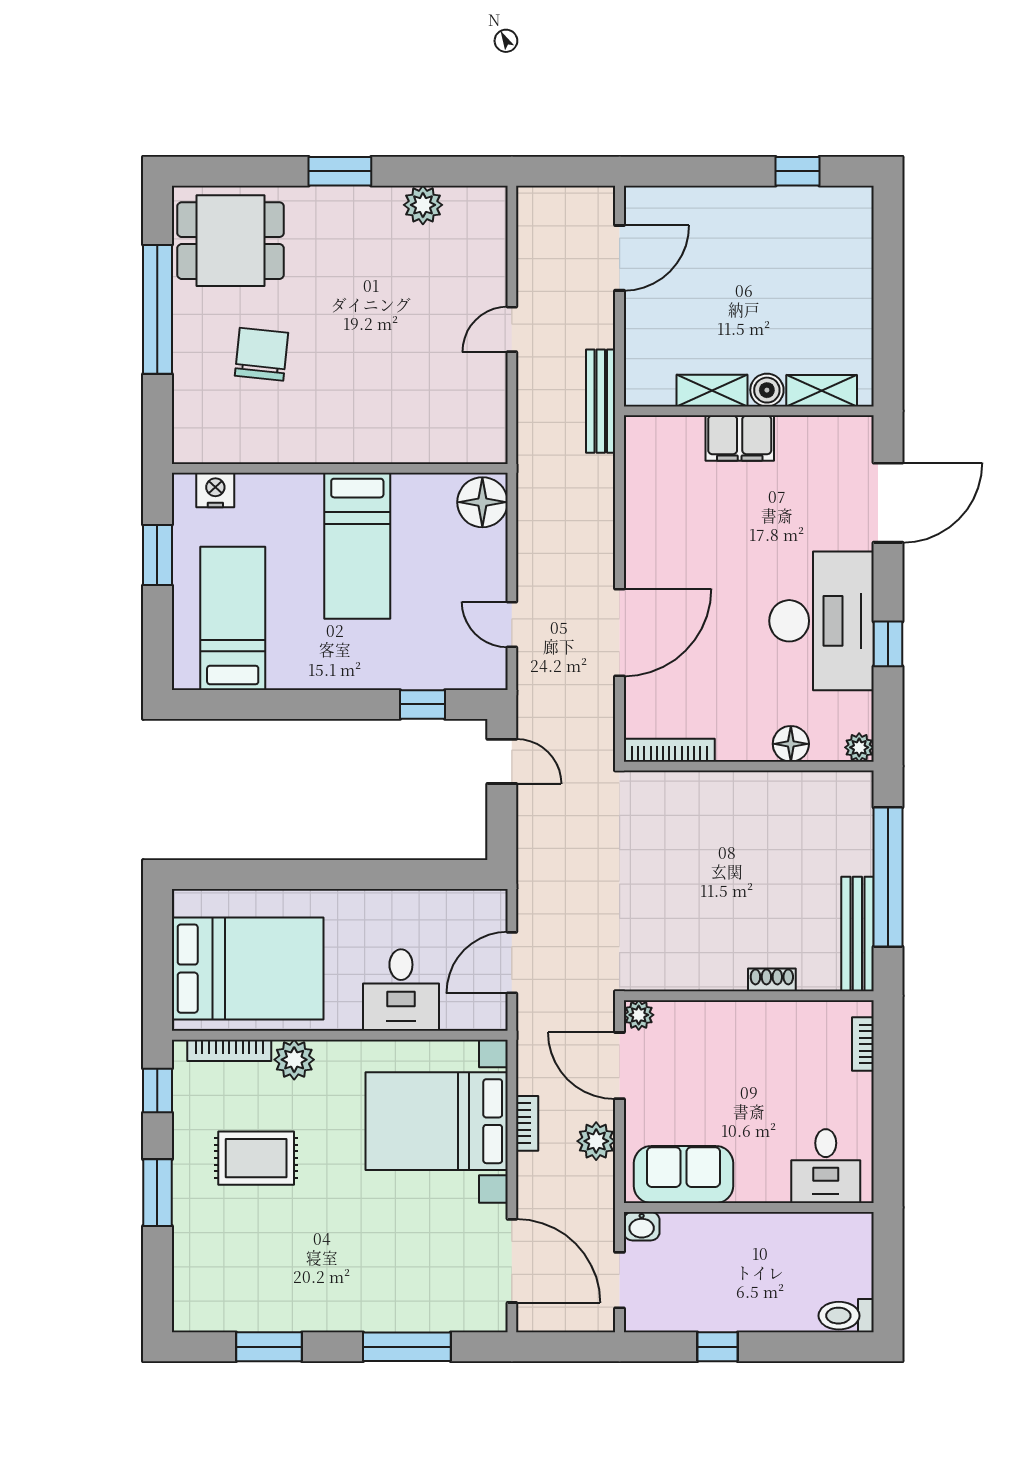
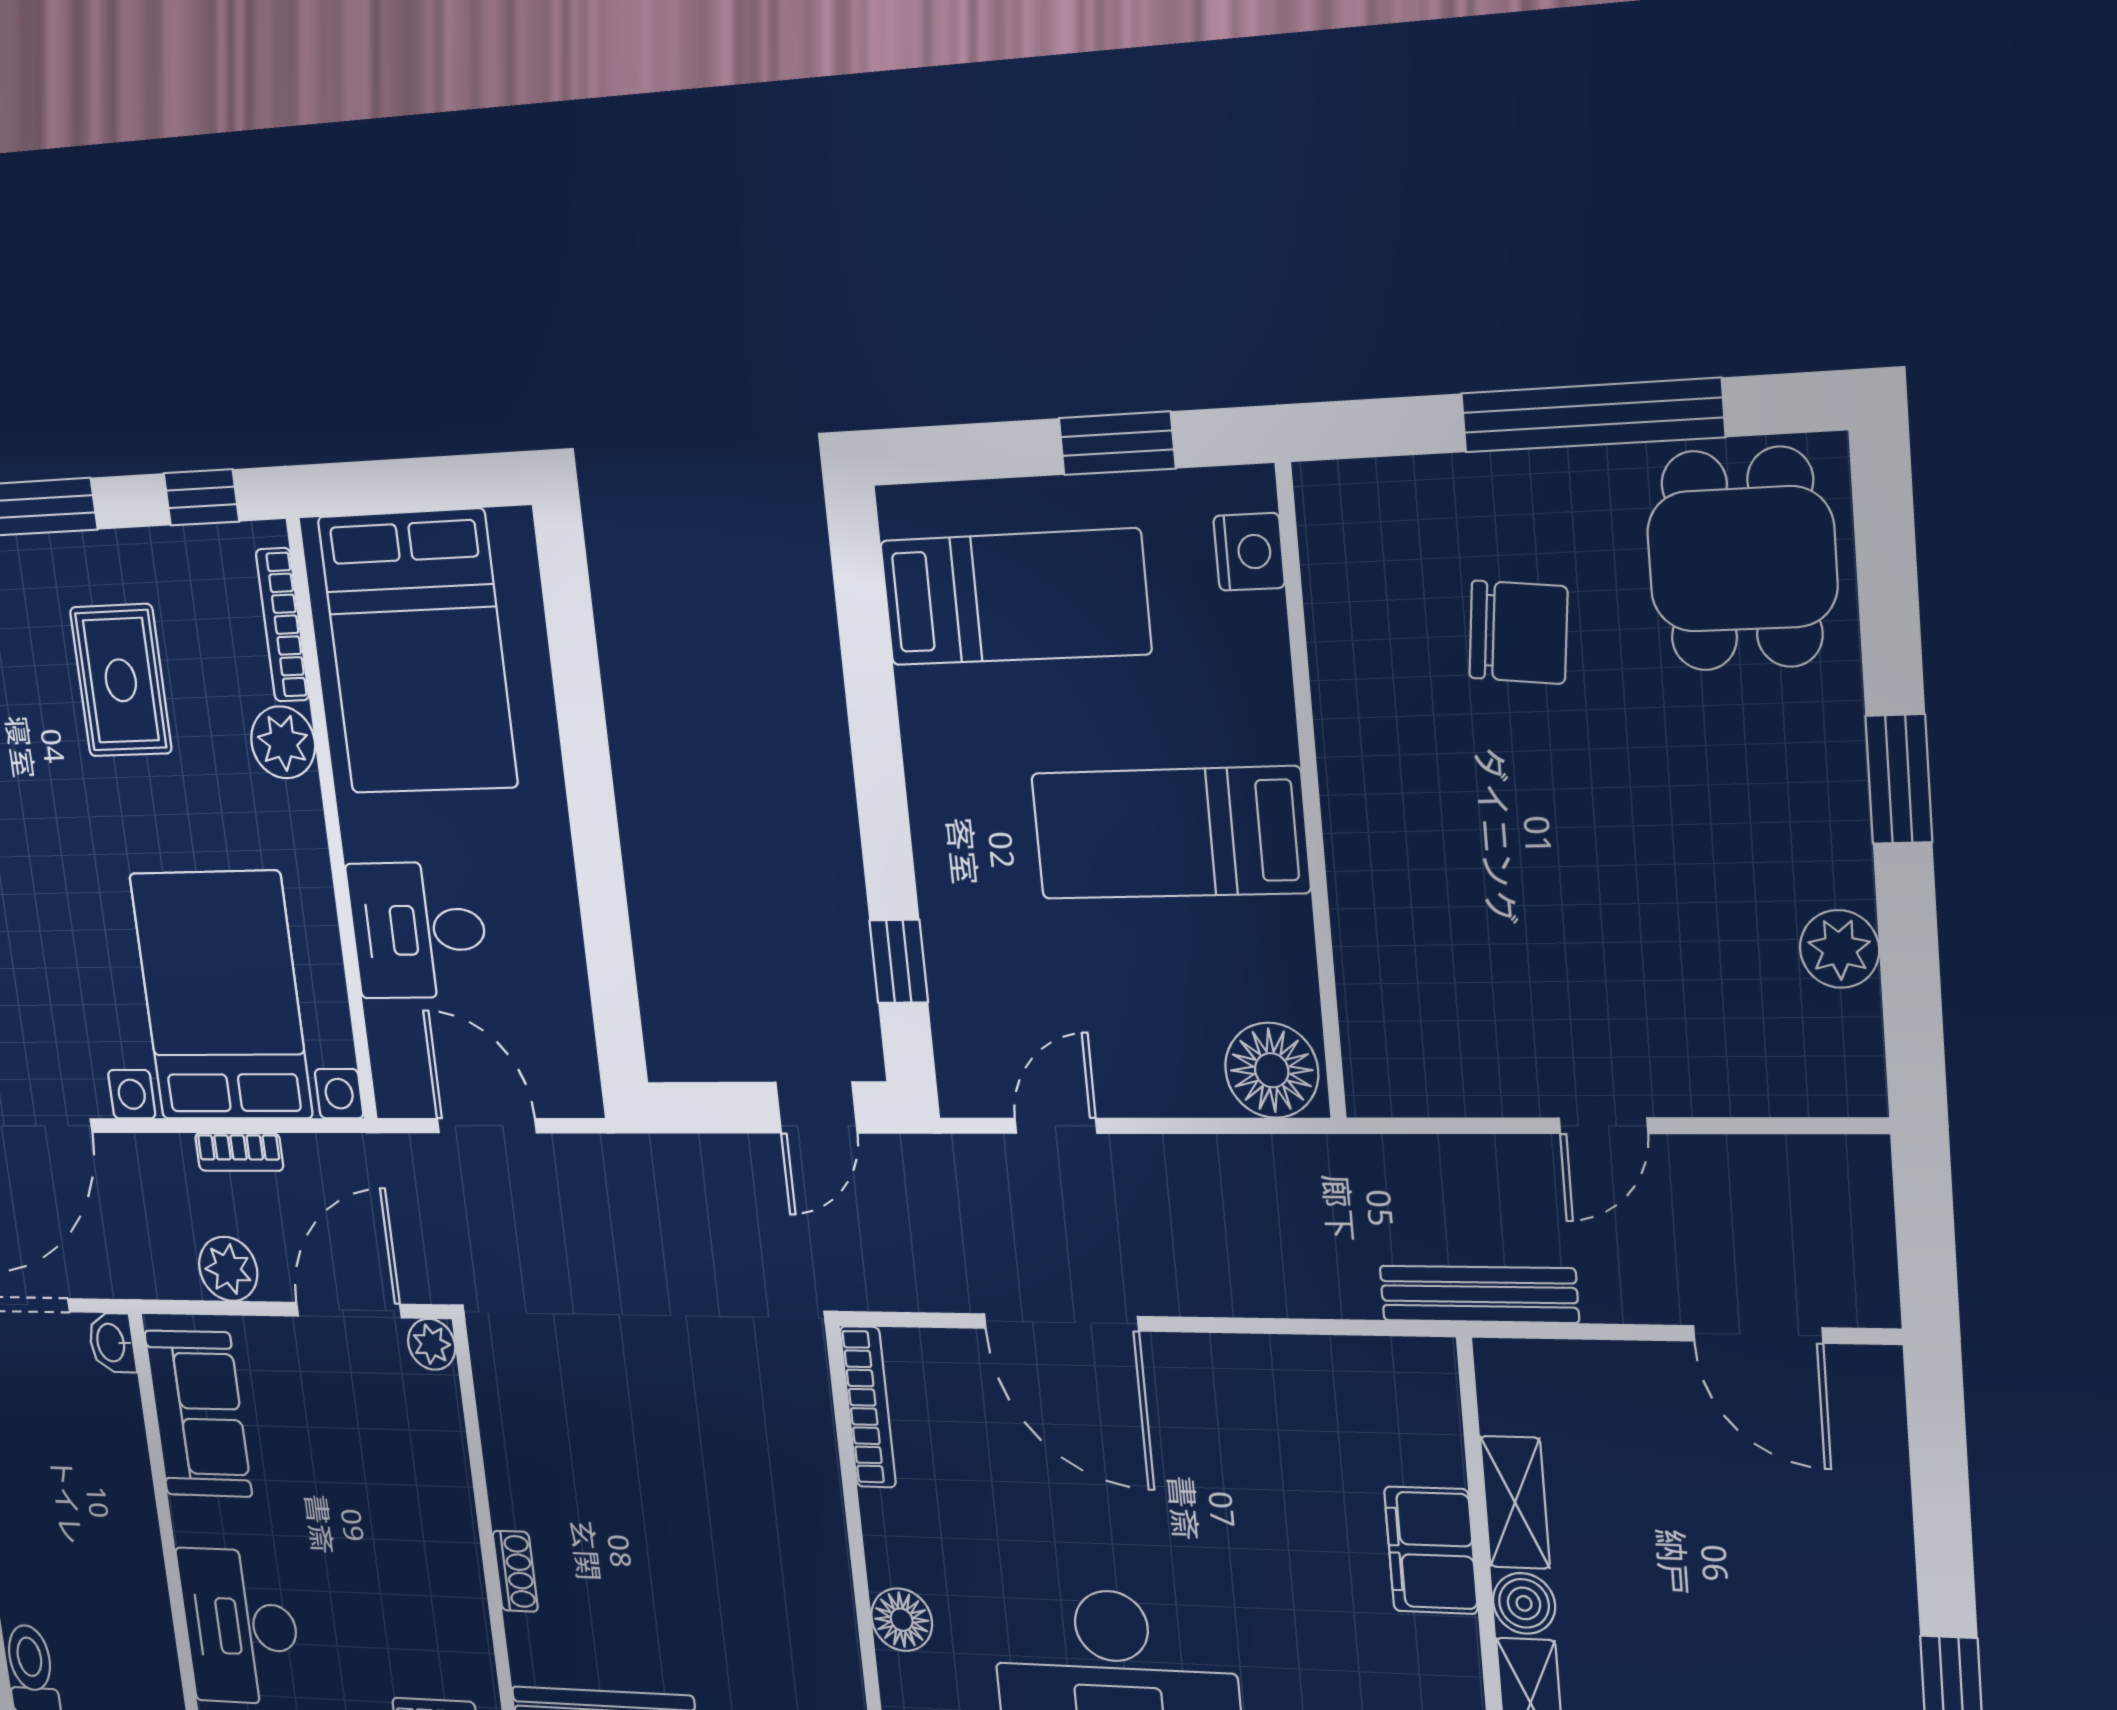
door: (512, 329) -> (1603, 1126), swing flipped
desk: (826, 1166) -> (240, 1627), width x1.37

